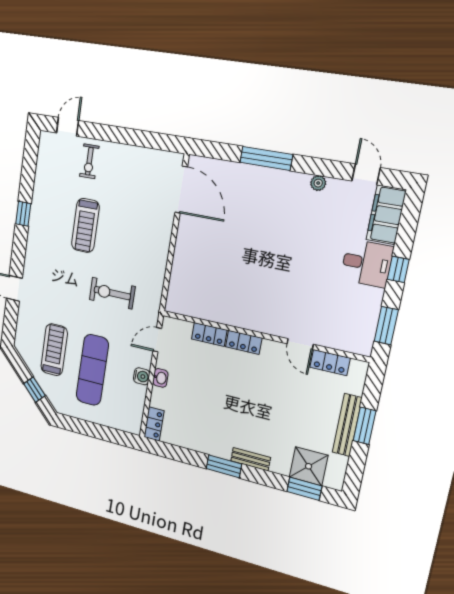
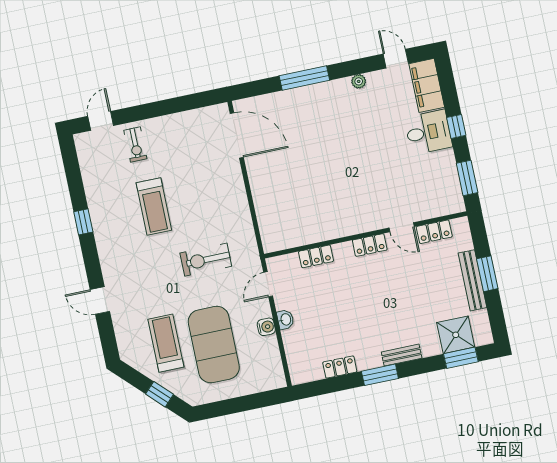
locker: (244, 342) -> (370, 245), moved
exercise mat: (92, 370) -> (214, 345), width x1.47
locker: (154, 424) -> (340, 367), moved, turned -90

